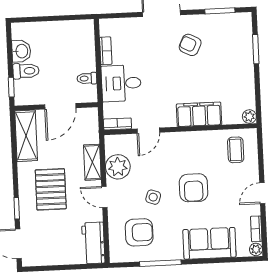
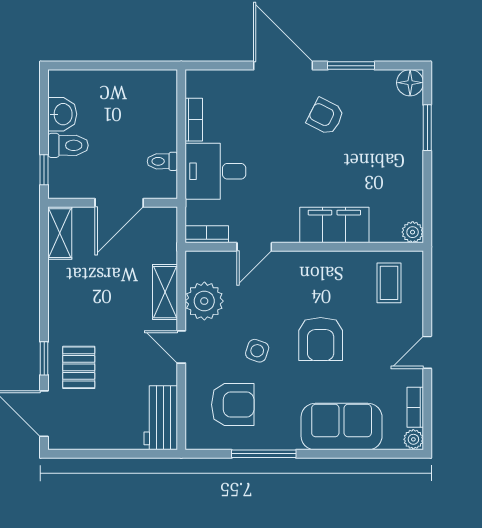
window: (220, 11) -> (351, 66), moved
floor lamp: (243, 21) -> (410, 83), added
shelving: (26, 136) -> (60, 233), width x0.67, depth x0.75
pallet: (51, 189) -> (79, 367), moved, width x0.67, depth x0.71

